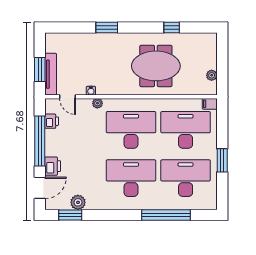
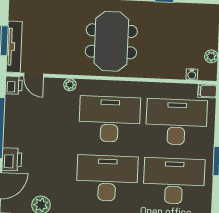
meeting table: (156, 66) -> (111, 41), moved, turned 90
water cooler: (91, 91) -> (192, 74), moved
printer: (52, 121) -> (14, 85), moved

